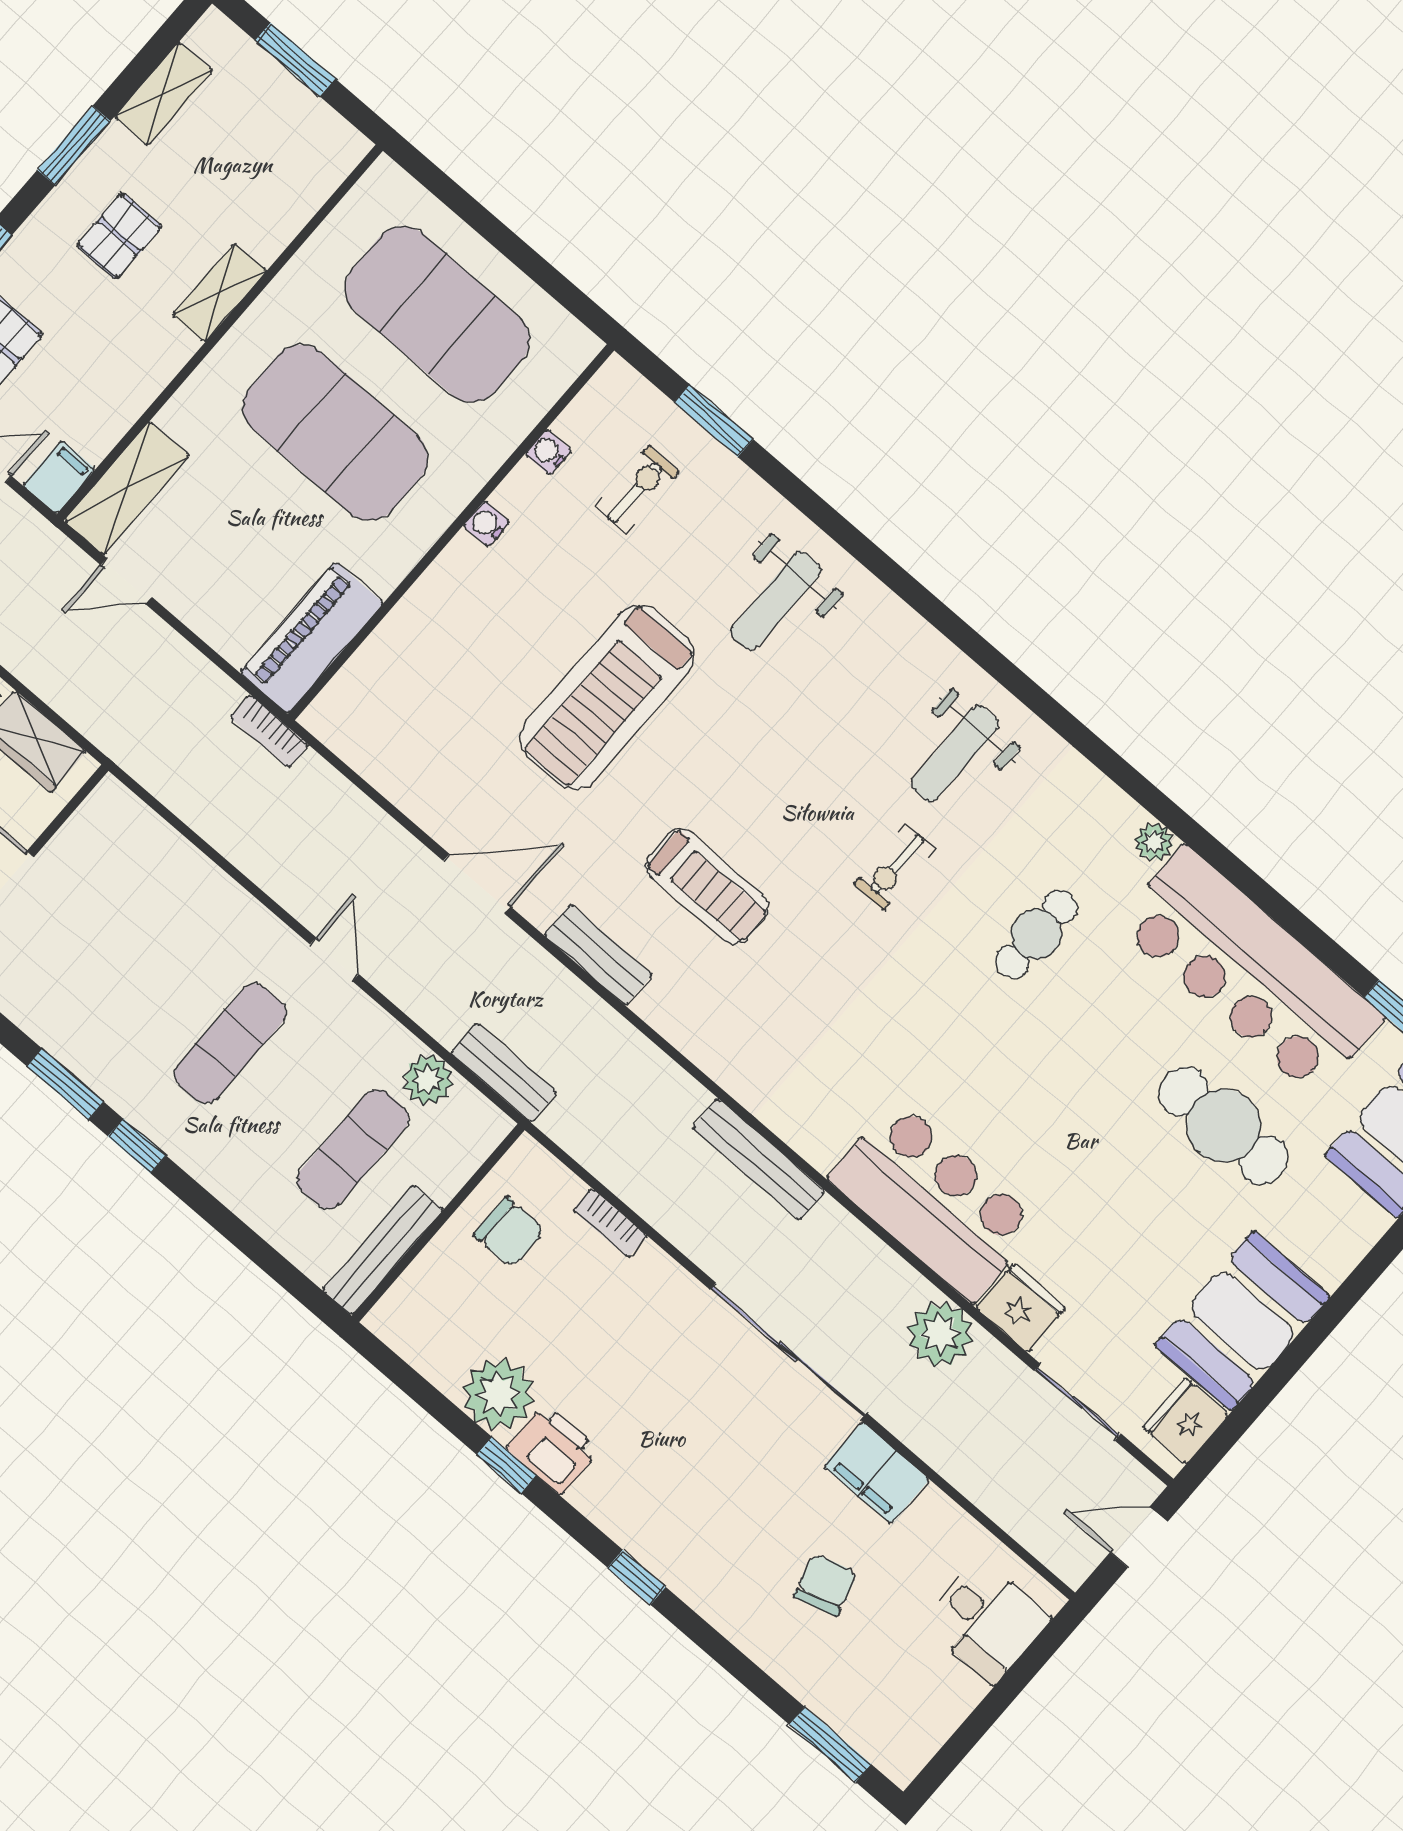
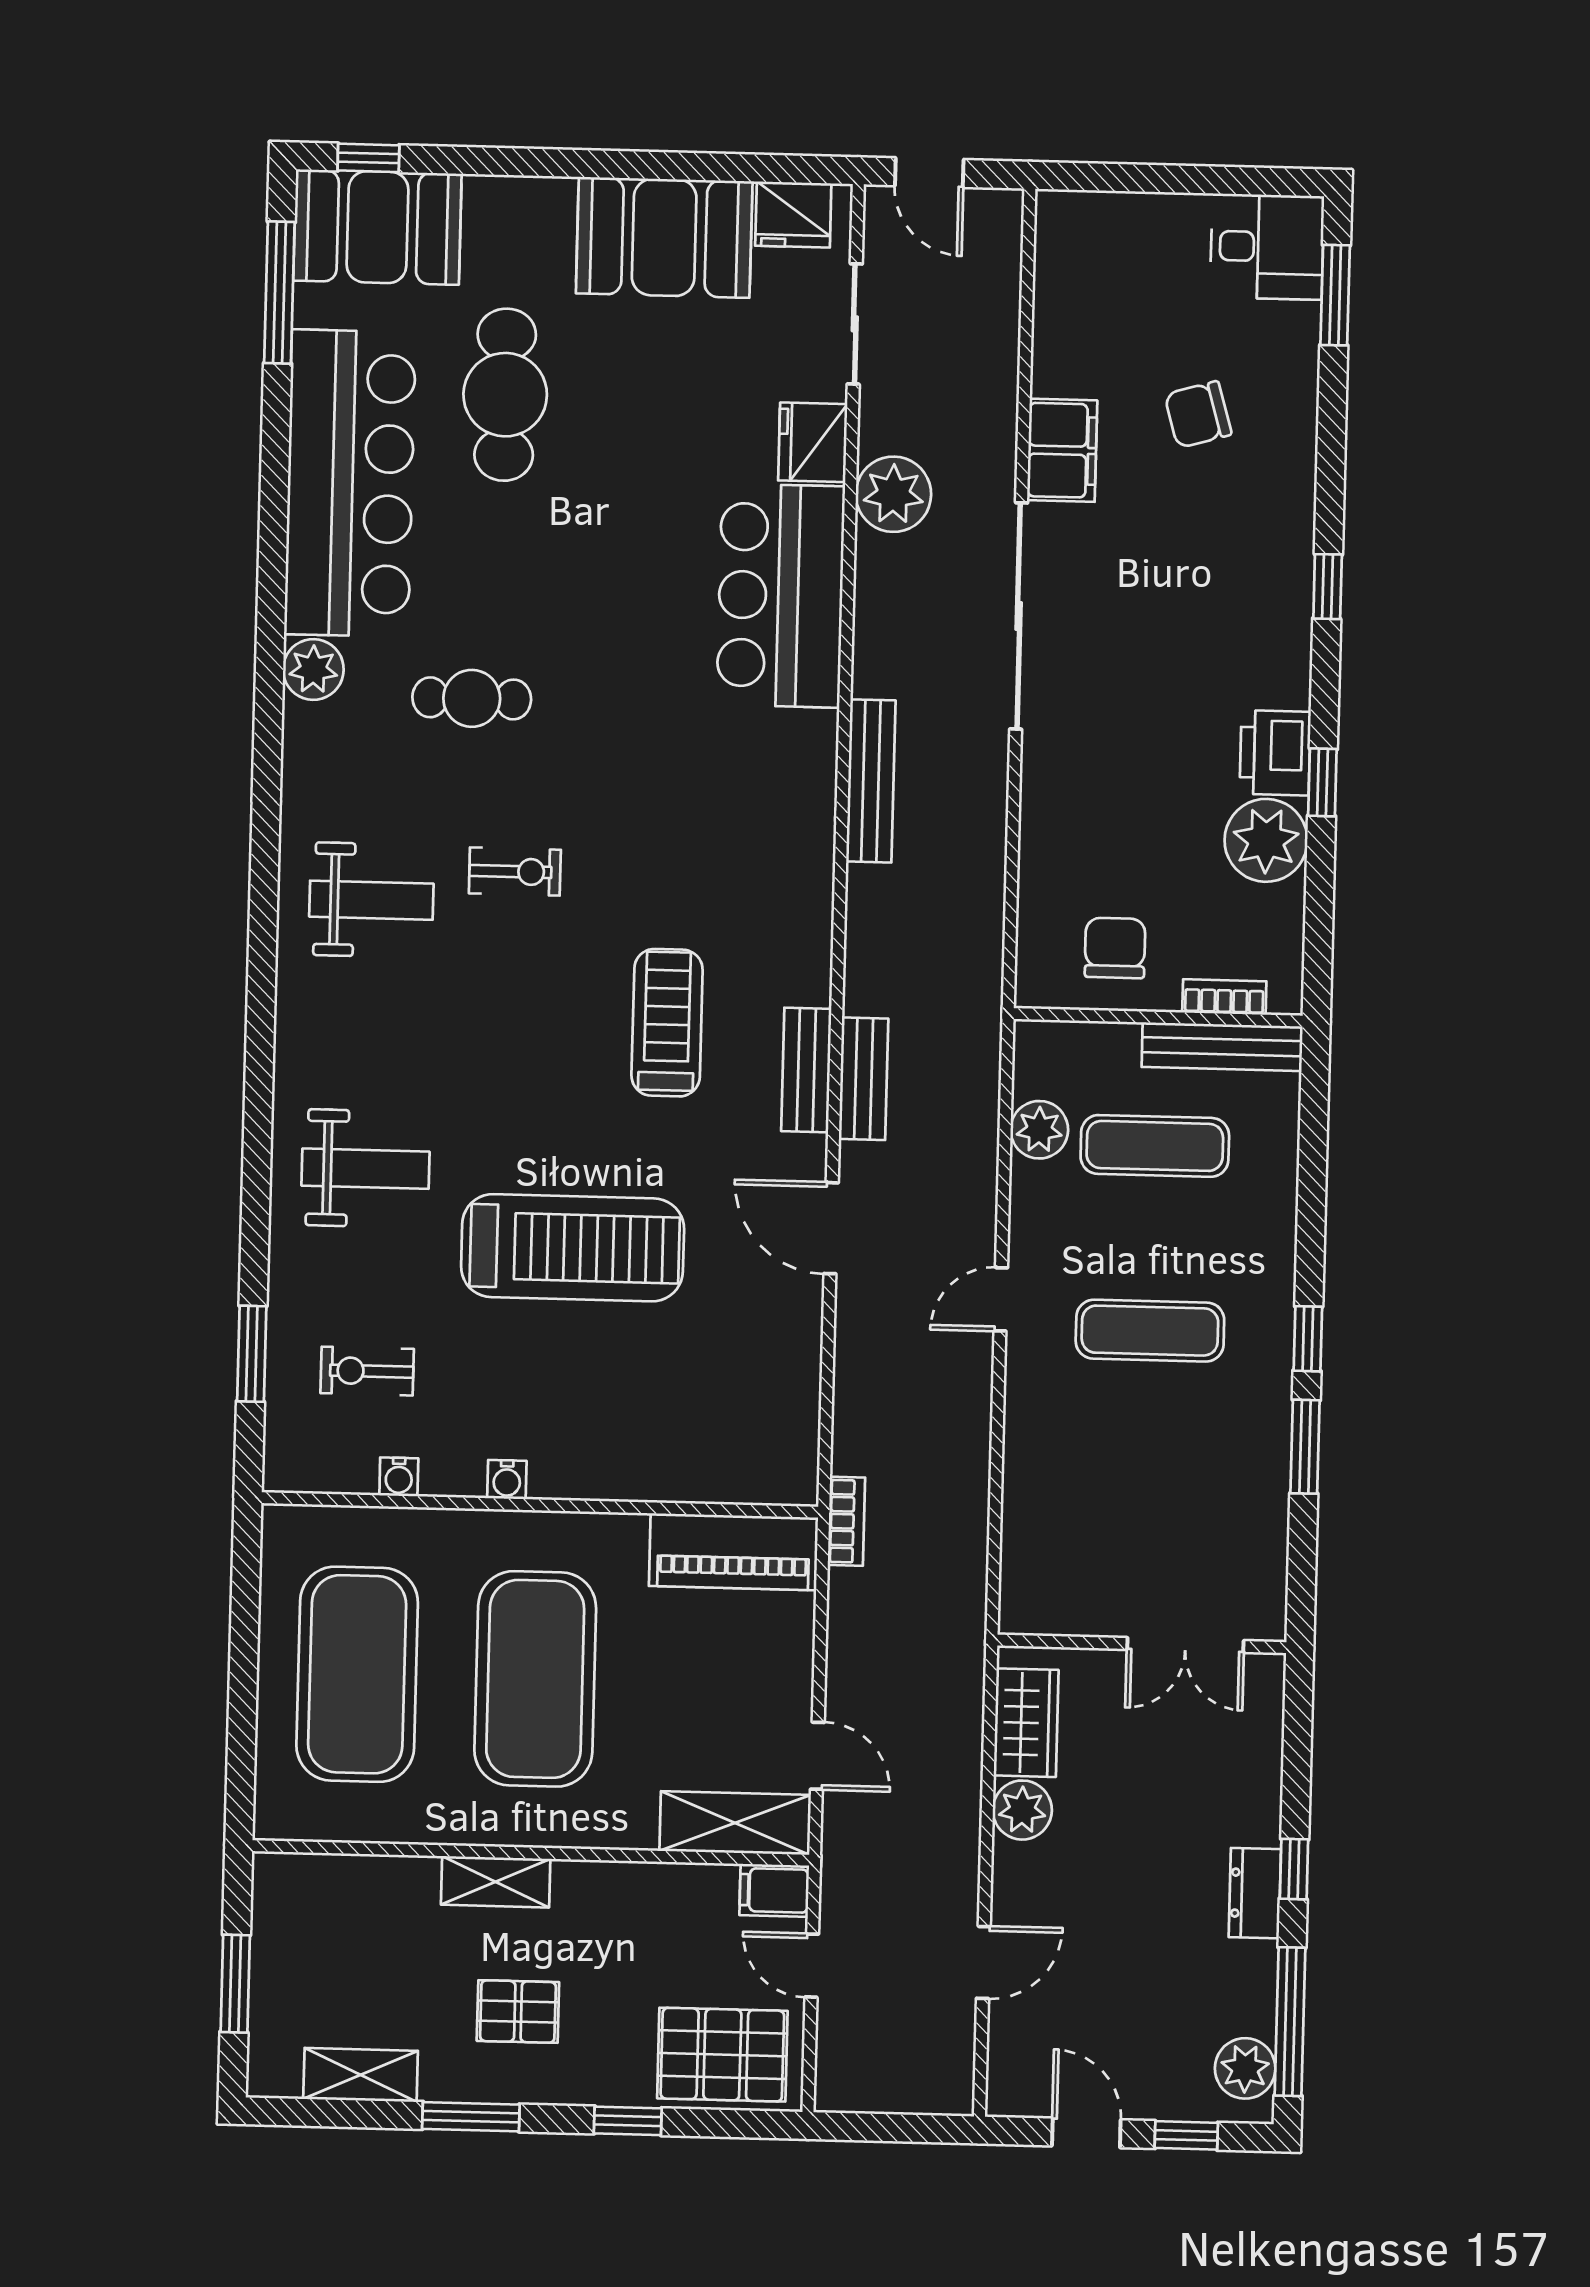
plant: (1154, 842) -> (313, 669), width x1.38, depth x1.38
bench: (504, 1073) -> (864, 1079), moved
bookcase: (610, 1223) -> (1224, 997), moved, turned -90
desk: (986, 1621) -> (1267, 247), moved, turned 90

